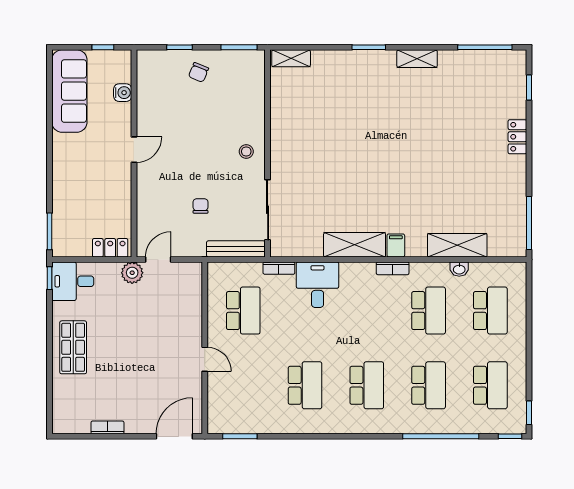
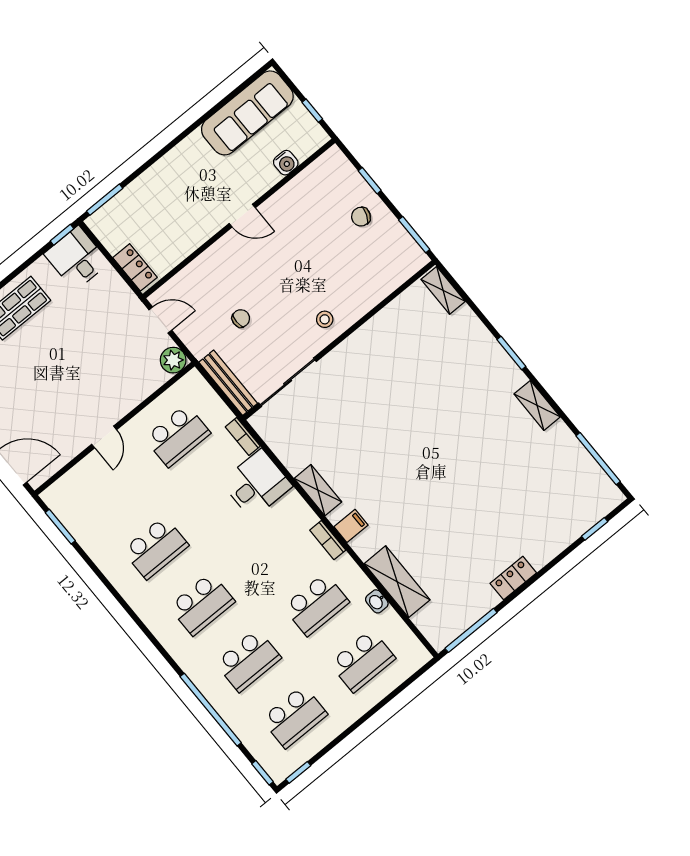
locker: (517, 137) -> (513, 578), moved
shelving: (355, 245) -> (318, 490), width x0.67, depth x0.75
plant: (132, 273) -> (173, 360), moved

